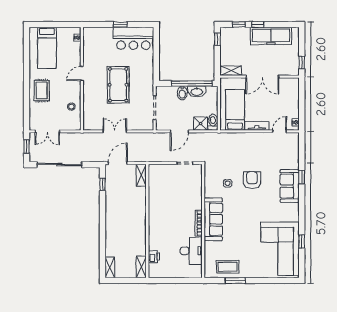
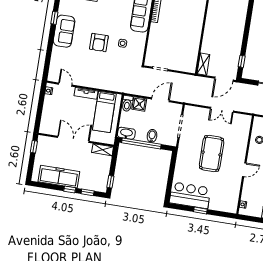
washbasin: (197, 92) -> (126, 133), moved
door: (280, 131) -> (65, 85), swing flipped
window: (302, 177) -> (54, 18), moved

